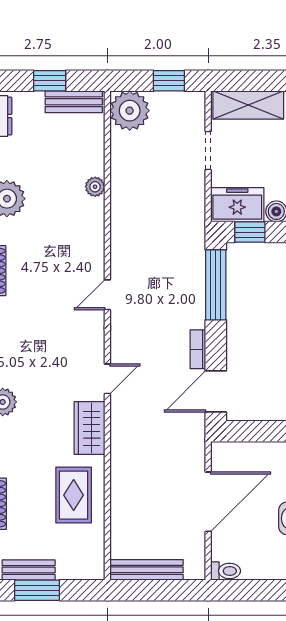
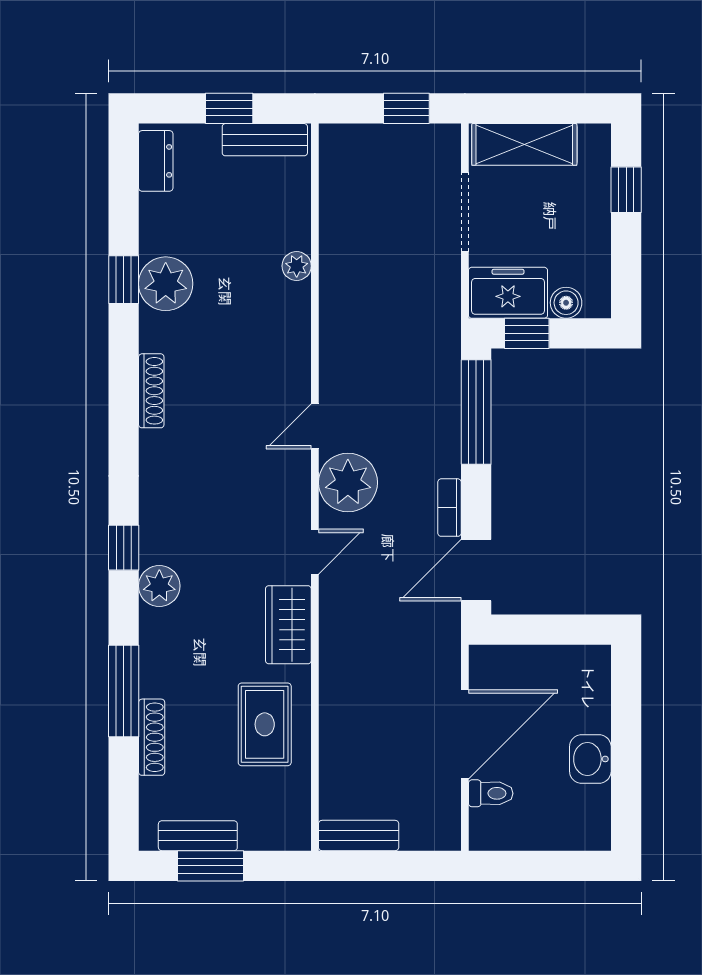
plant: (130, 111) -> (348, 483), moved
doorway: (208, 150) -> (465, 212), width x1.38
bench: (147, 570) -> (359, 836), width x0.73
toilet: (226, 571) -> (491, 793), moved

